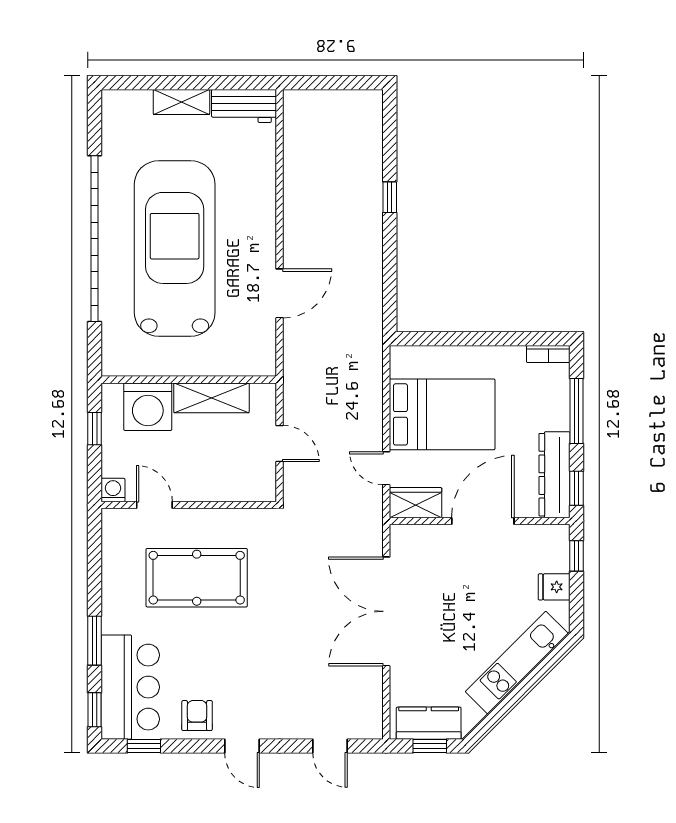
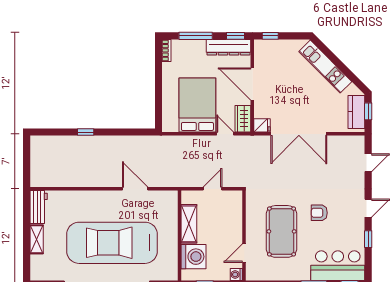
door: (386, 468) -> (225, 134), swing flipped
fridge: (554, 587) -> (262, 125), moved, turned -90
armchair: (197, 716) -> (319, 213), moved
window: (144, 746) -> (368, 239), moved

